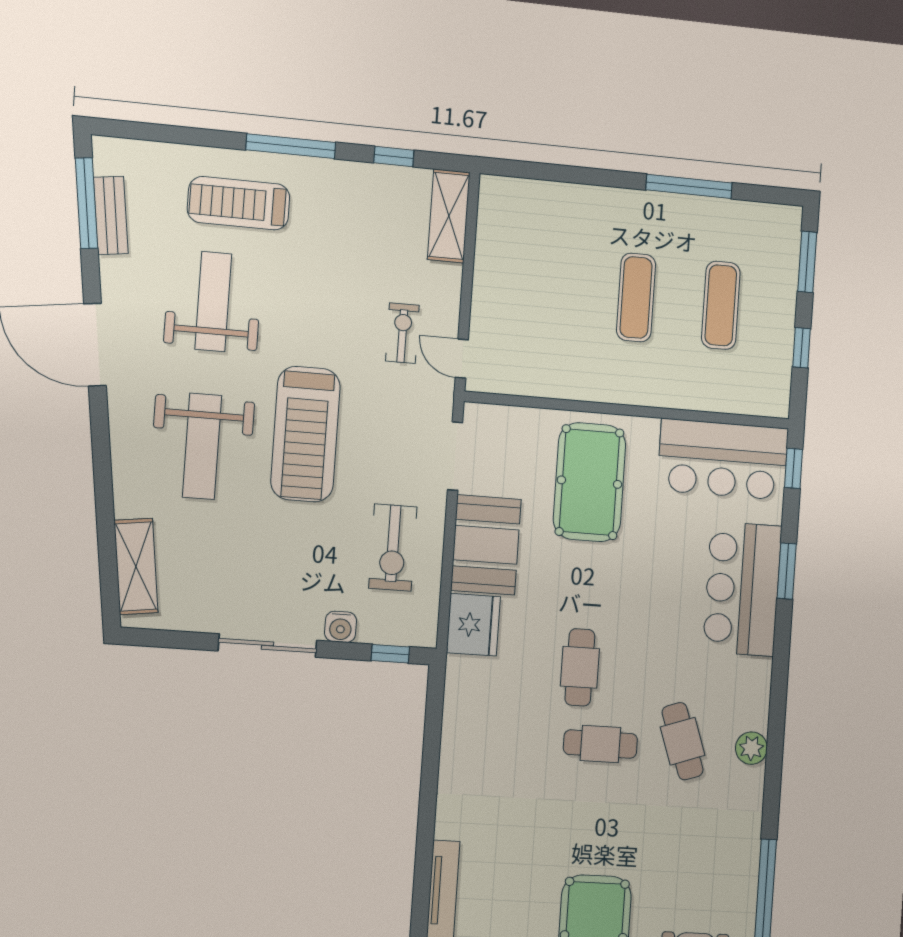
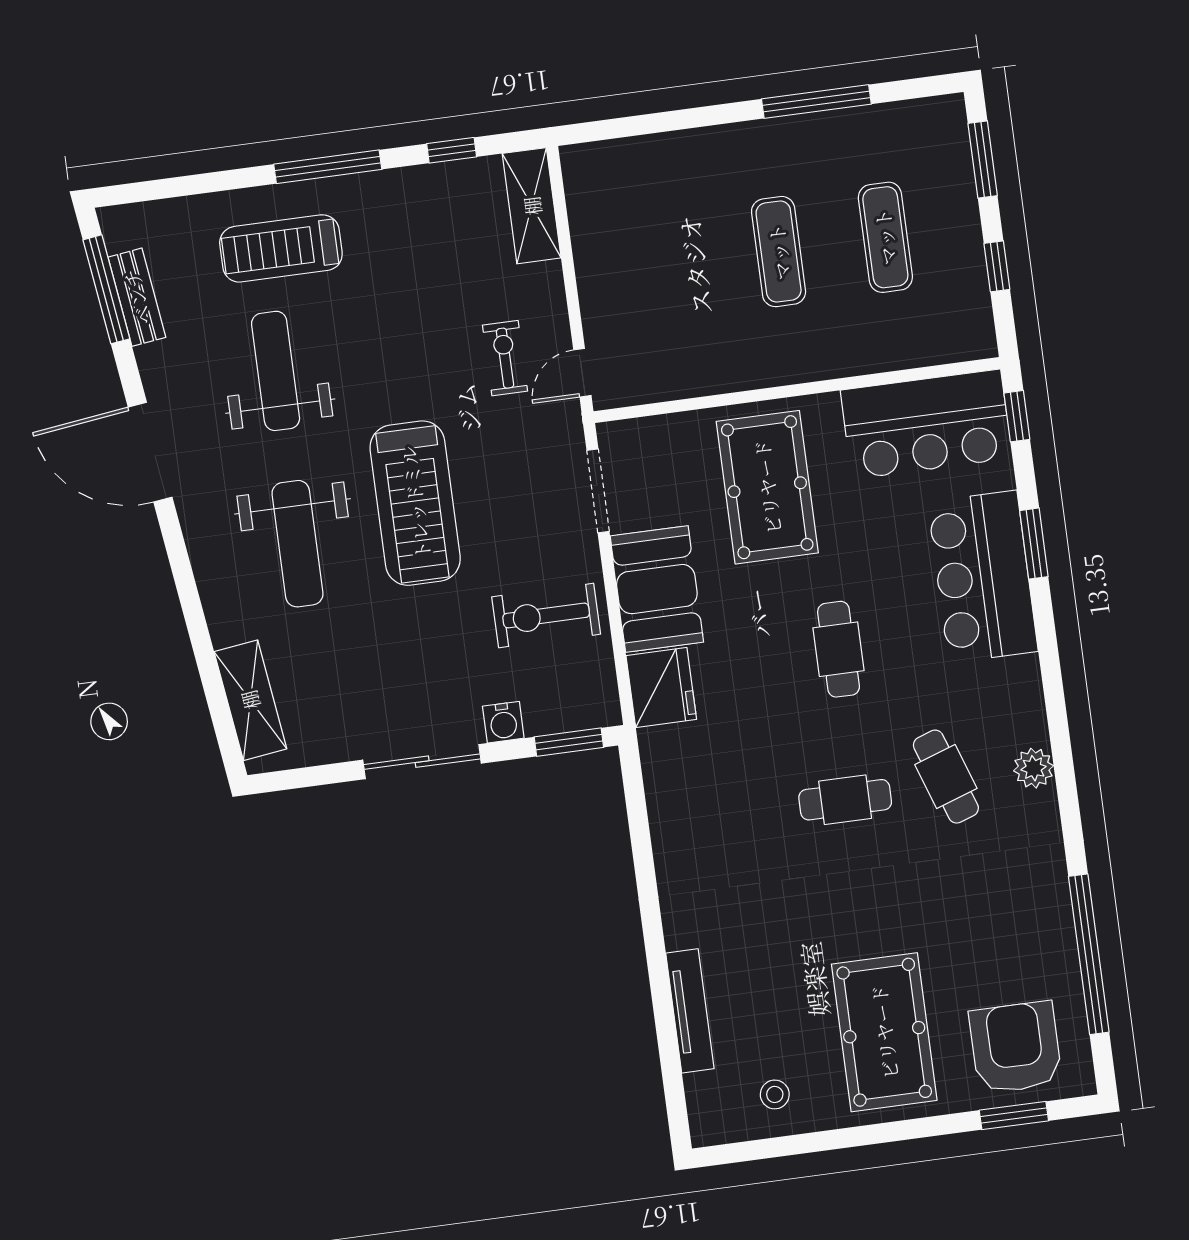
door: (462, 359) -> (582, 373), hinge flipped
exercise bike: (393, 548) -> (546, 615), turned 90
window: (390, 654) -> (569, 742), width x1.50
cafe table: (580, 667) -> (839, 649), moved

